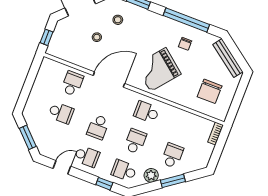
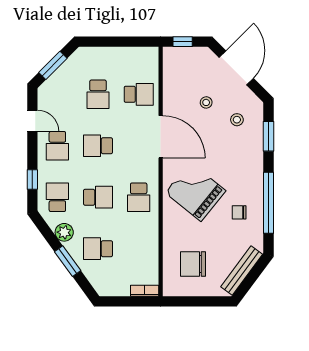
school desk: (146, 112) -> (139, 197), turned 180
school desk: (172, 156) -> (98, 249), turned 180

